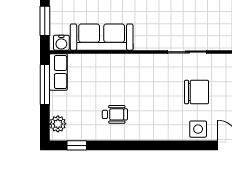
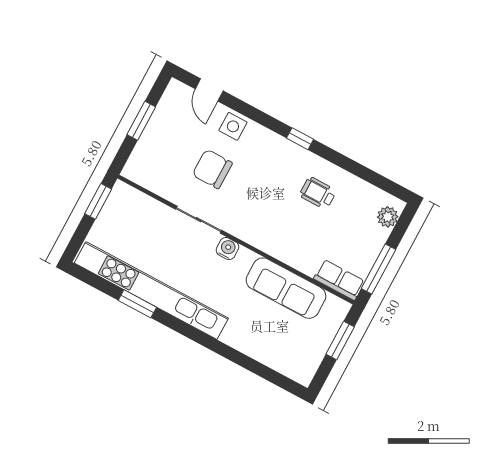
water cooler: (61, 43) -> (227, 249), moved
row of seats: (58, 72) -> (339, 280), moved, turned 90
window: (77, 145) -> (300, 139), moved

